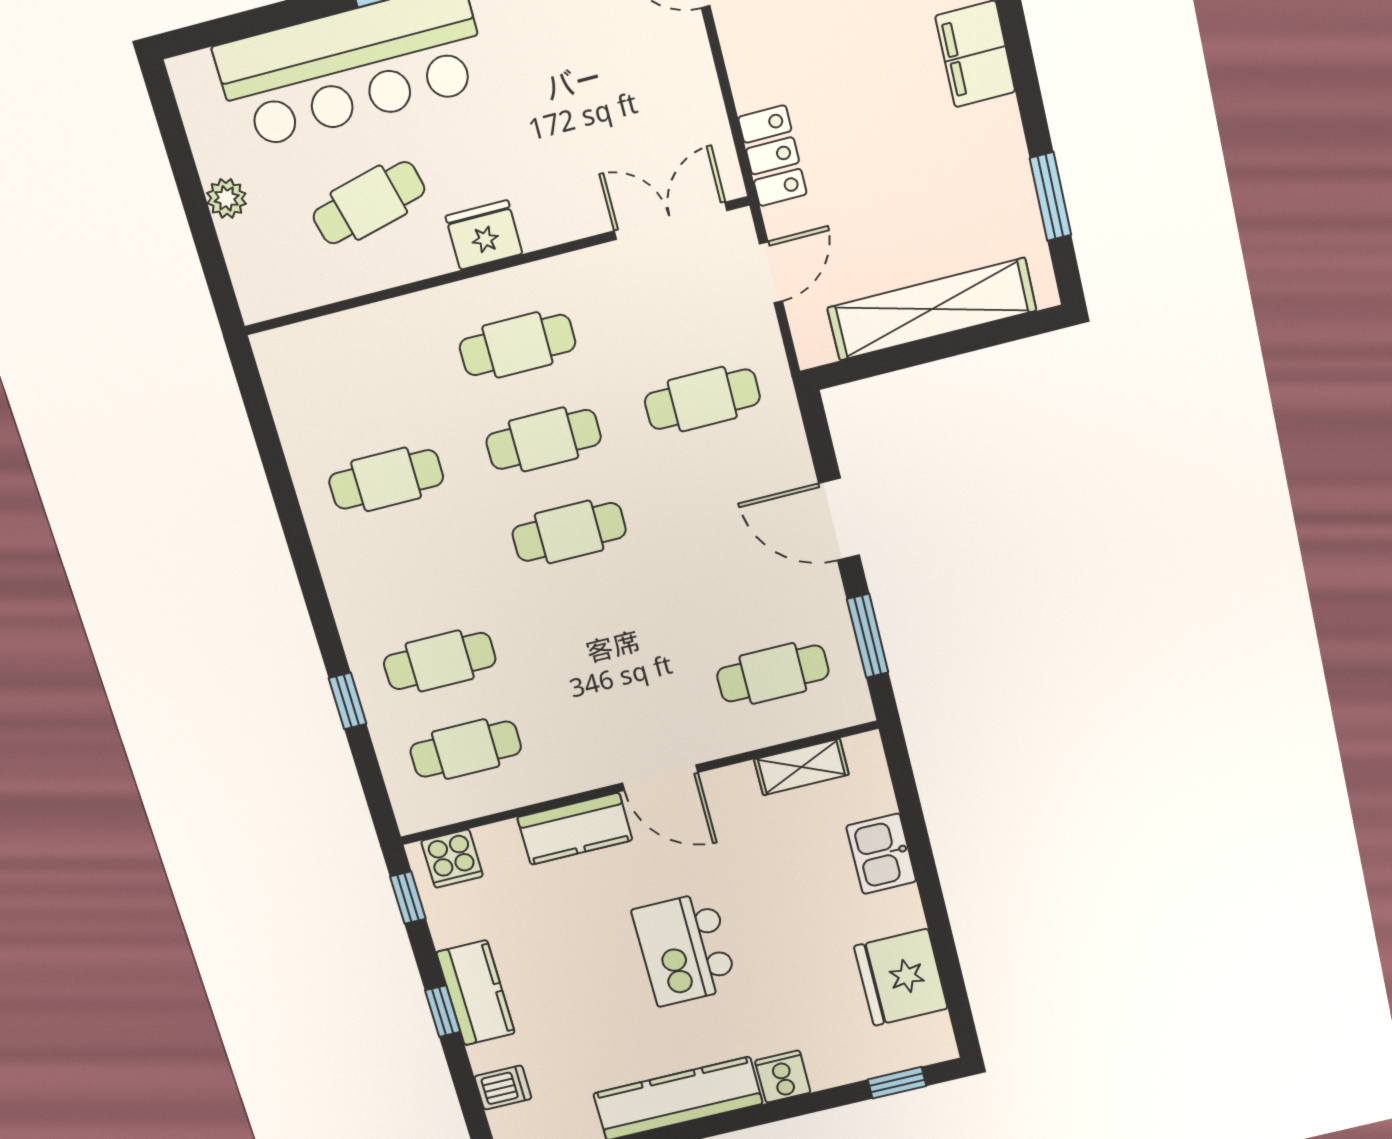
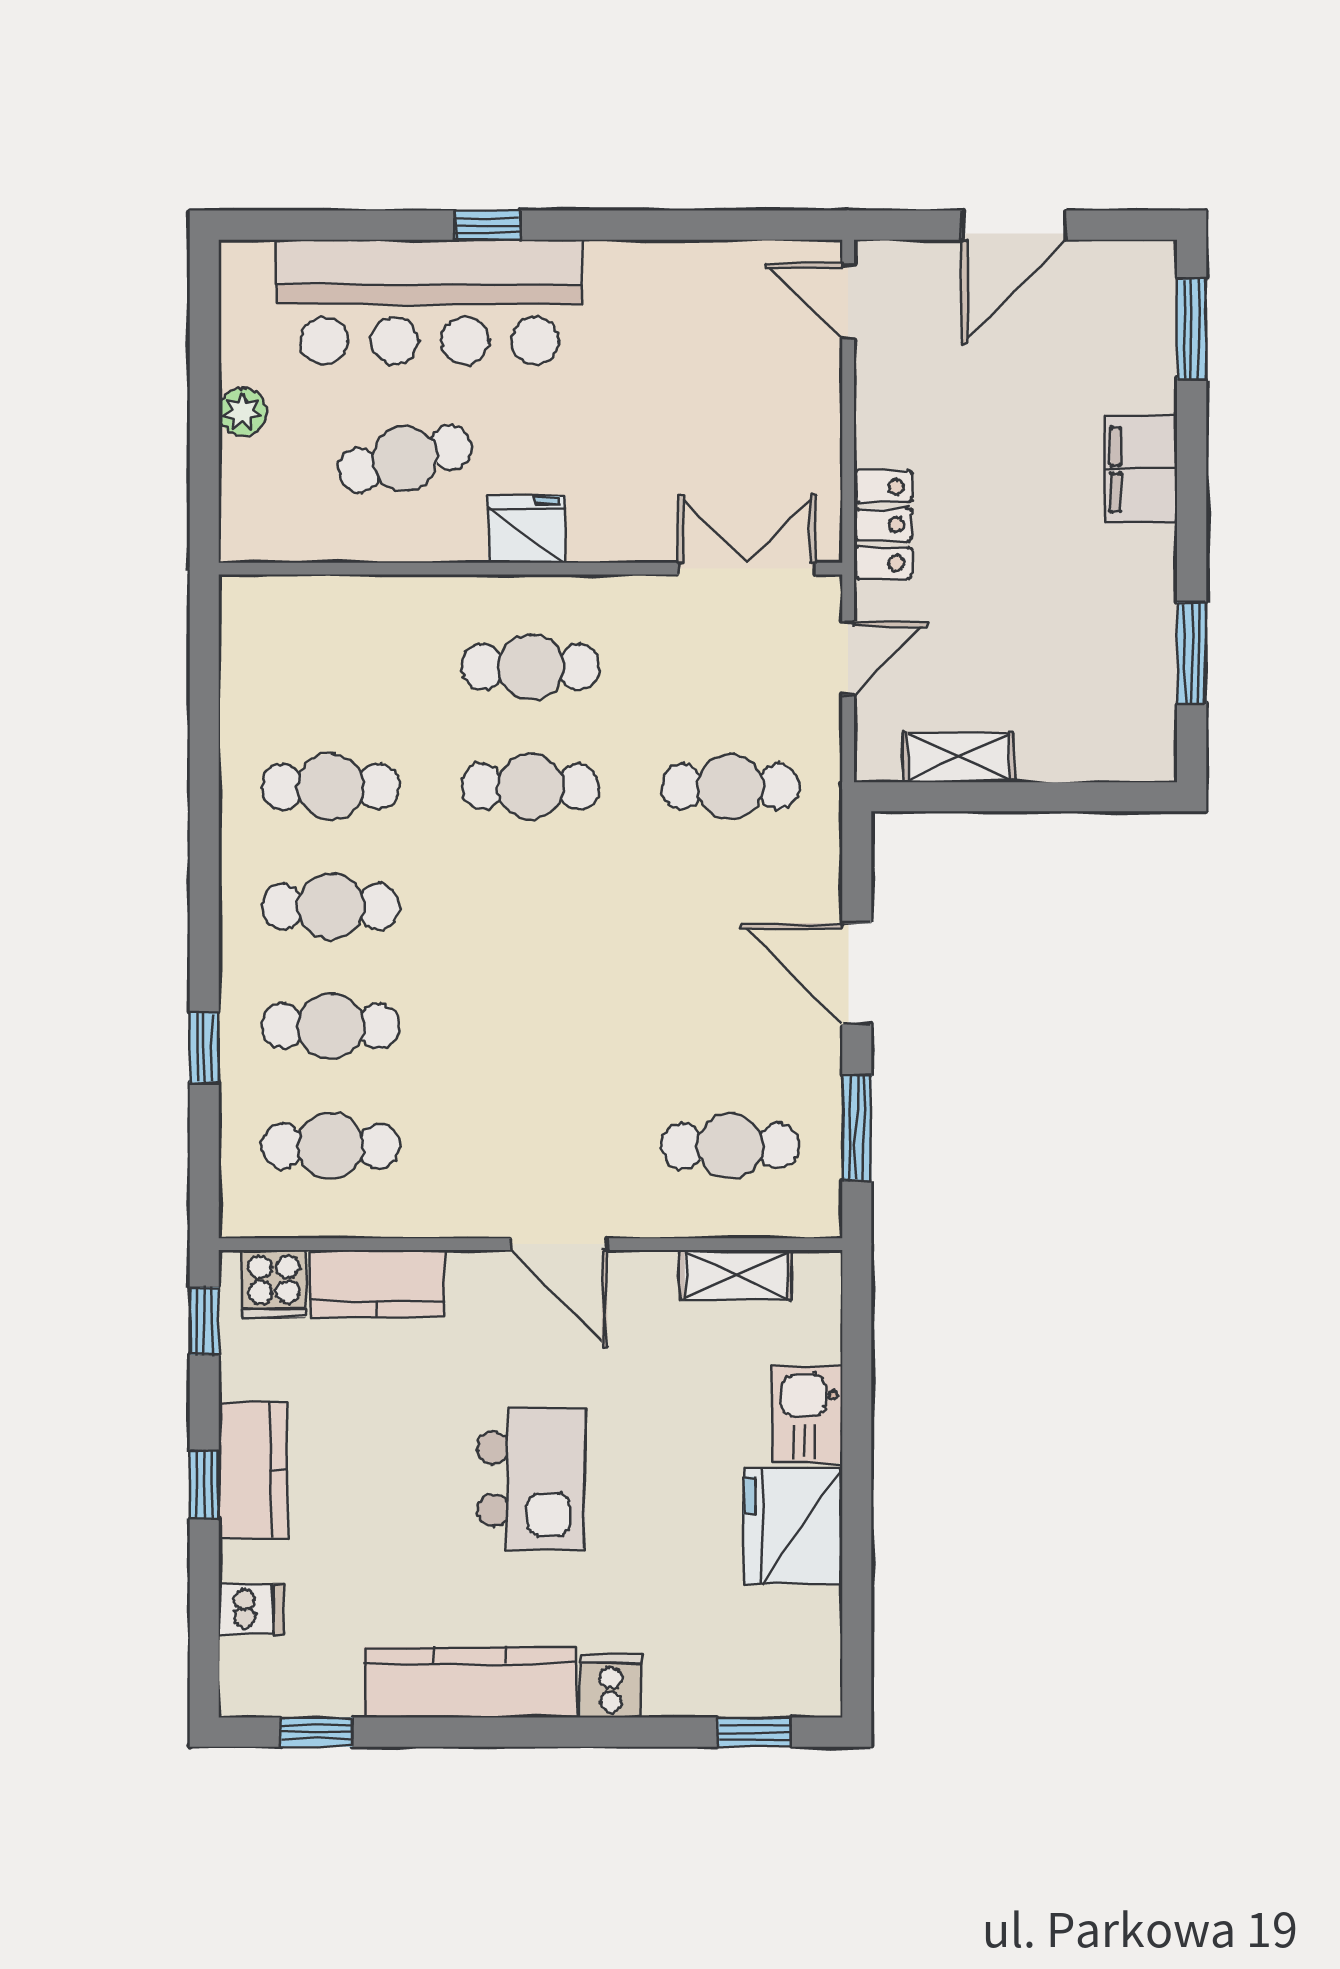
shelving: (932, 309) -> (959, 757), width x0.45, depth x0.75
cafe table: (569, 532) -> (331, 906), moved
kitchen counter: (575, 829) -> (378, 1284), moved
kitchen island: (685, 949) -> (531, 1479), turned 180
fridge: (901, 977) -> (793, 1526), moved

